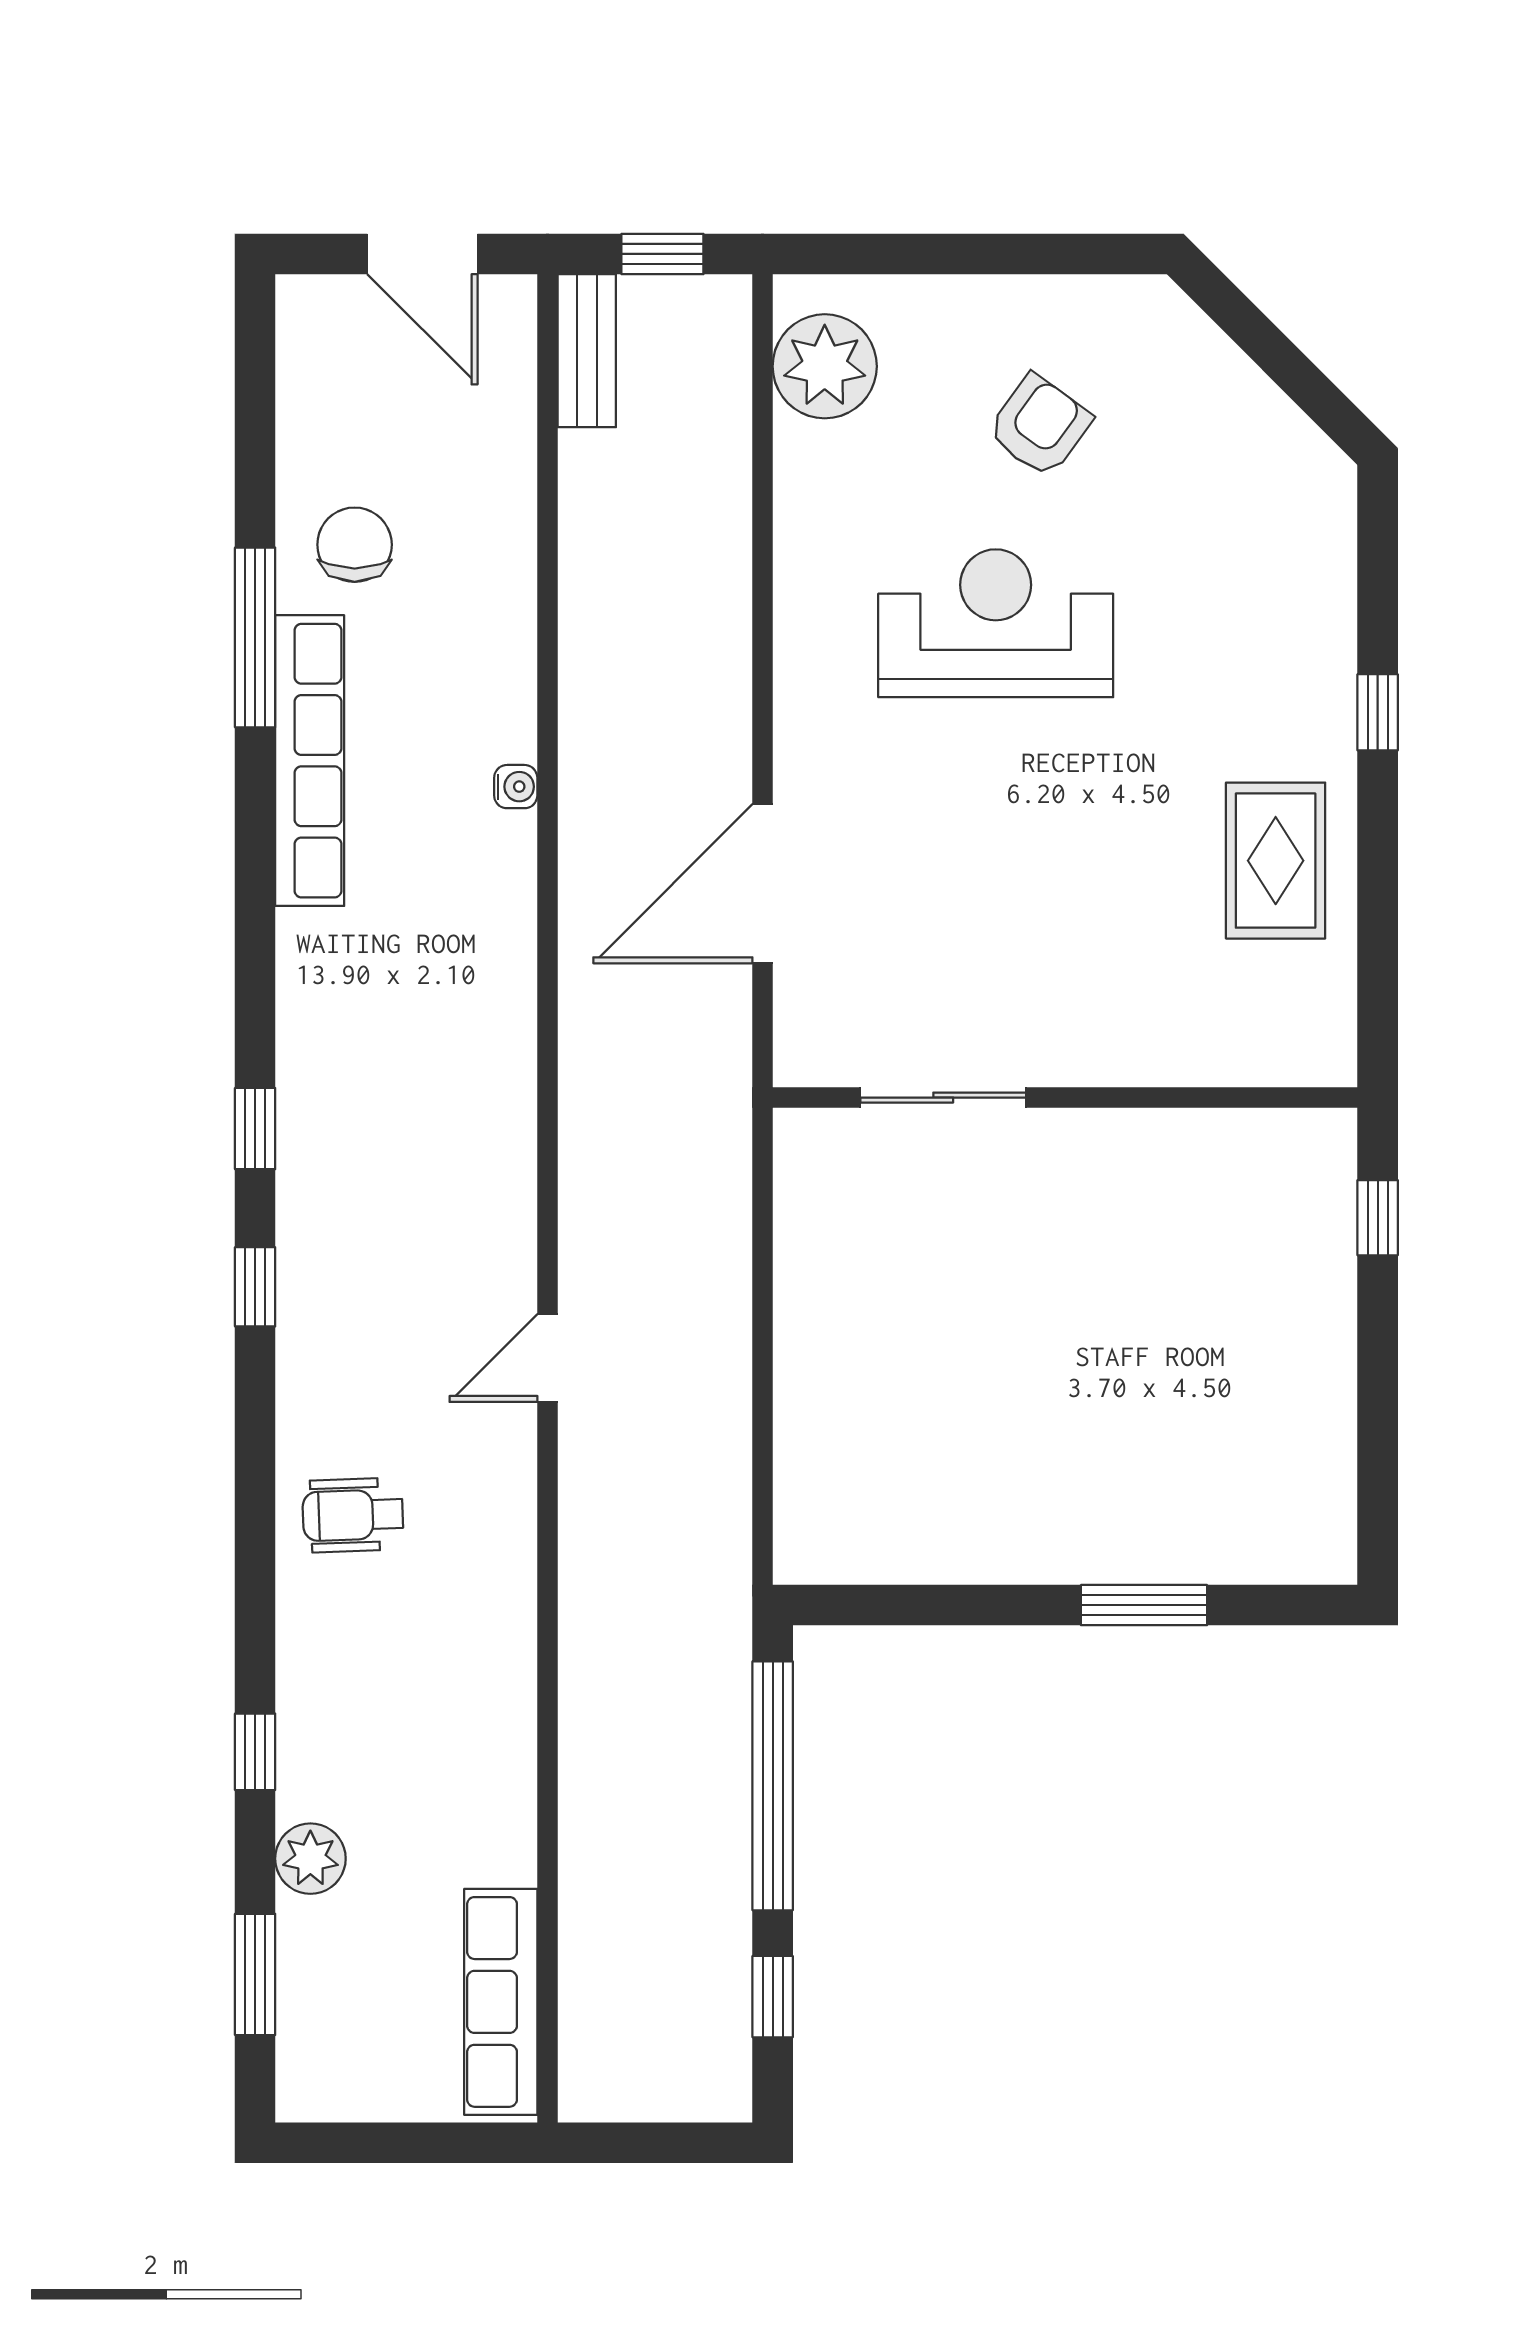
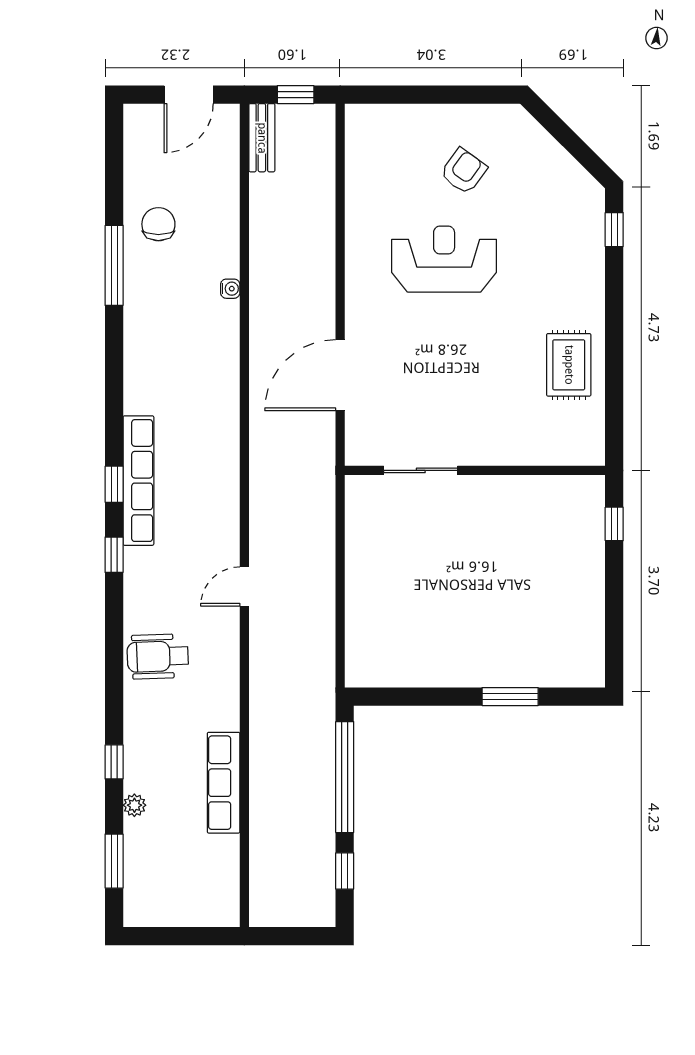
door: (422, 254) -> (189, 95), hinge flipped
plant: (825, 366) -> (368, 145), removed
window: (1378, 712) -> (614, 230), moved
row of seats: (310, 761) -> (138, 481), moved
water cooler: (516, 787) -> (230, 289), moved
wheelchair: (353, 1515) -> (158, 656), width x1.36, depth x1.37
plant: (310, 1859) -> (134, 805), width x0.73, depth x0.73
row of seats: (501, 2002) -> (224, 783), moved

